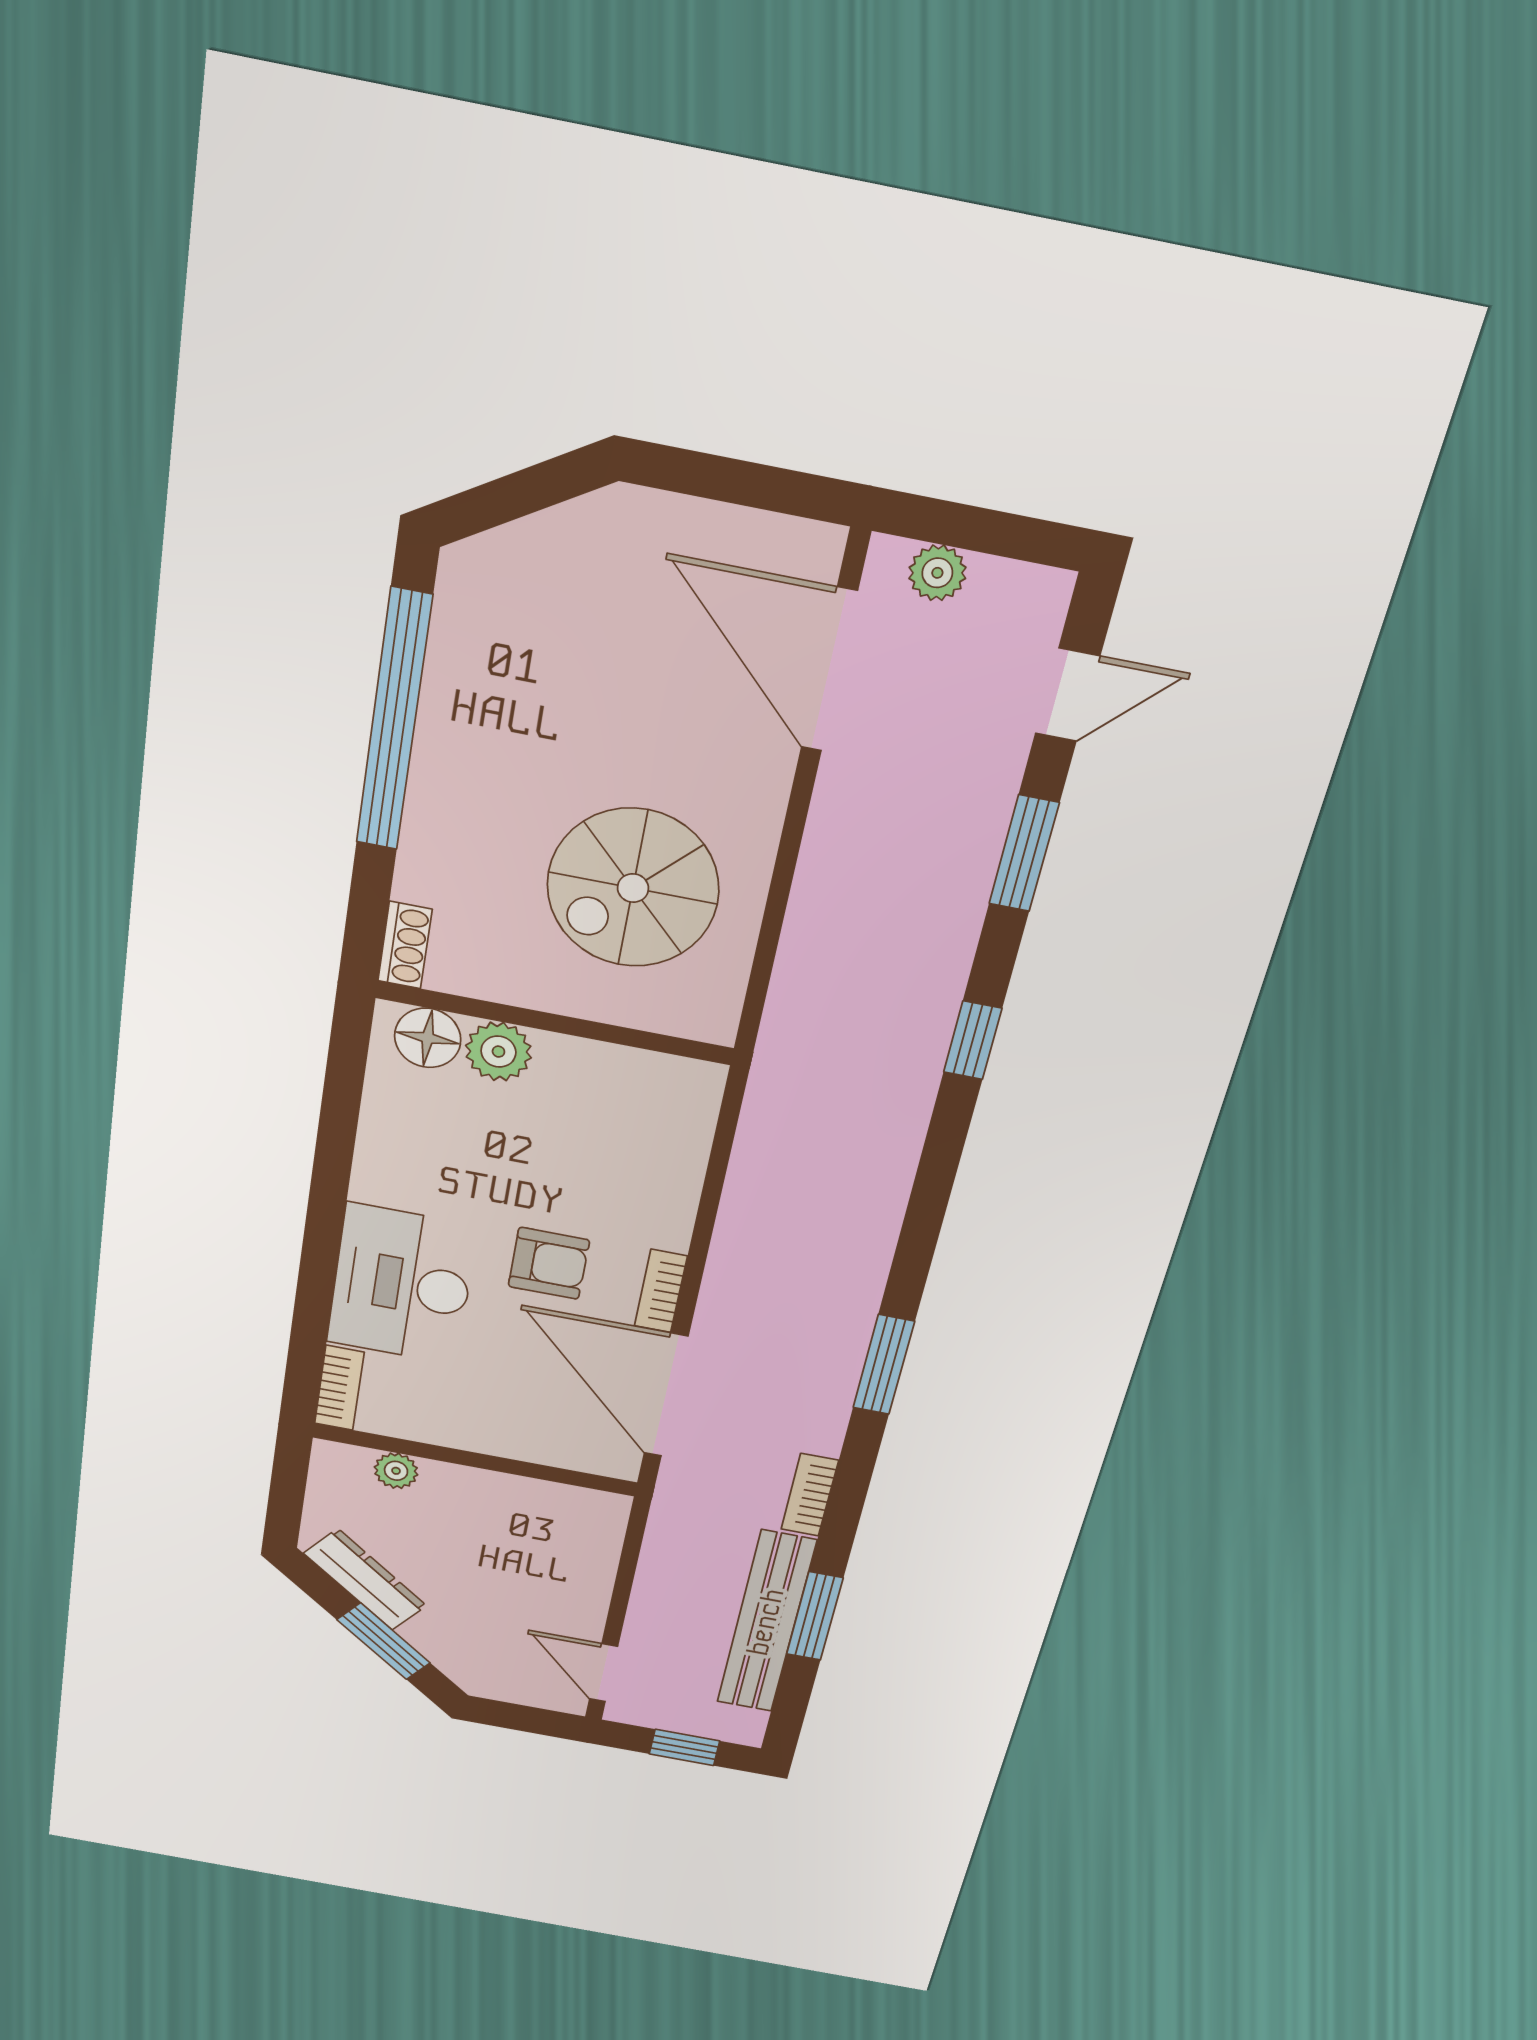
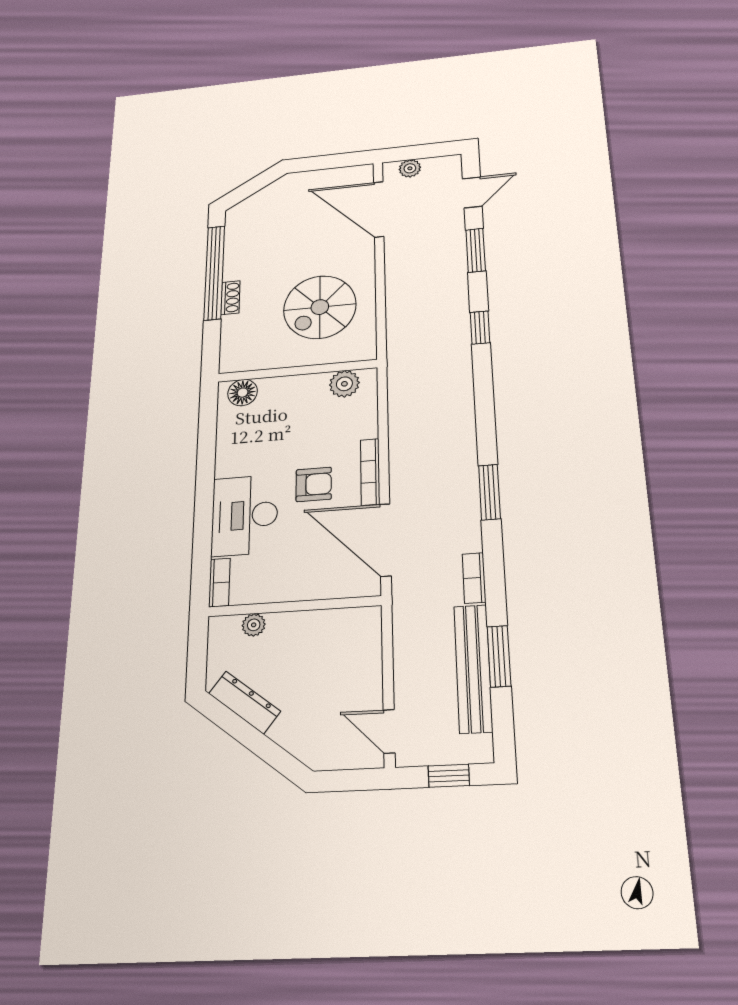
shoe rack: (405, 945) -> (230, 298), moved
plant: (498, 1052) -> (344, 384), moved
bookcase: (661, 1291) -> (370, 472), width x1.56
window: (384, 1641) -> (259, 744), removed

